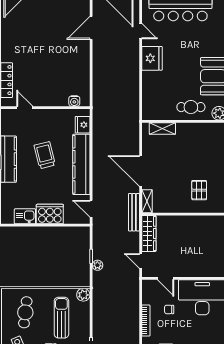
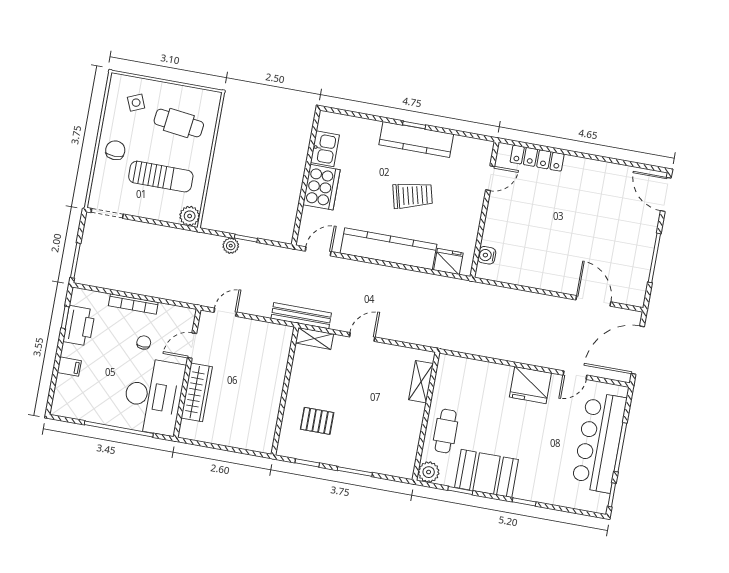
door: (141, 171) -> (362, 337), width x0.53
wardrobe: (149, 233) -> (197, 392), moved, turned -90

